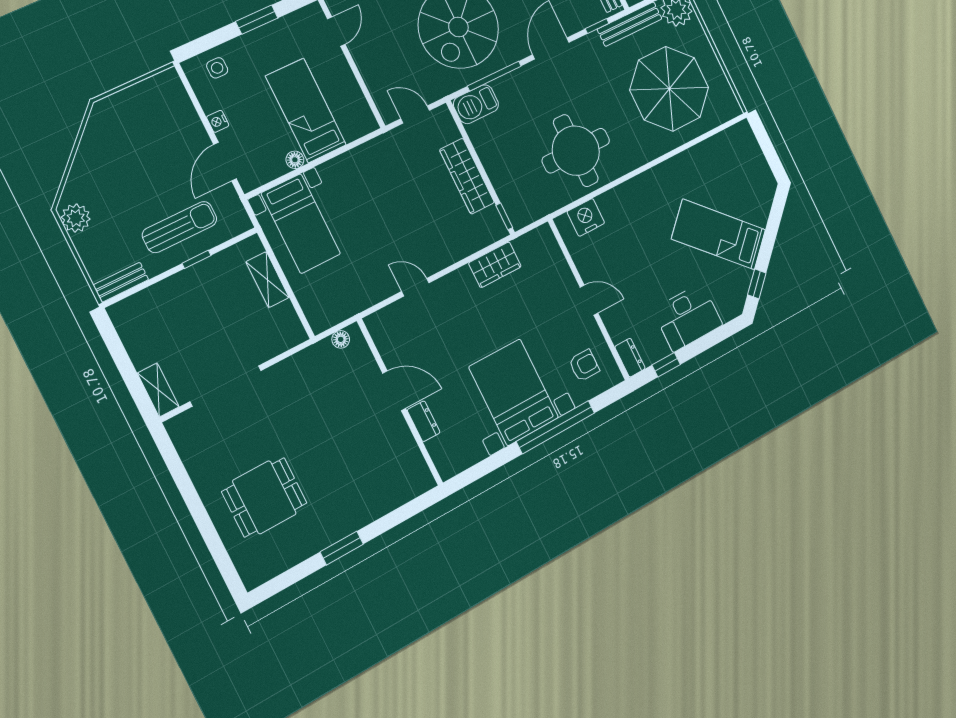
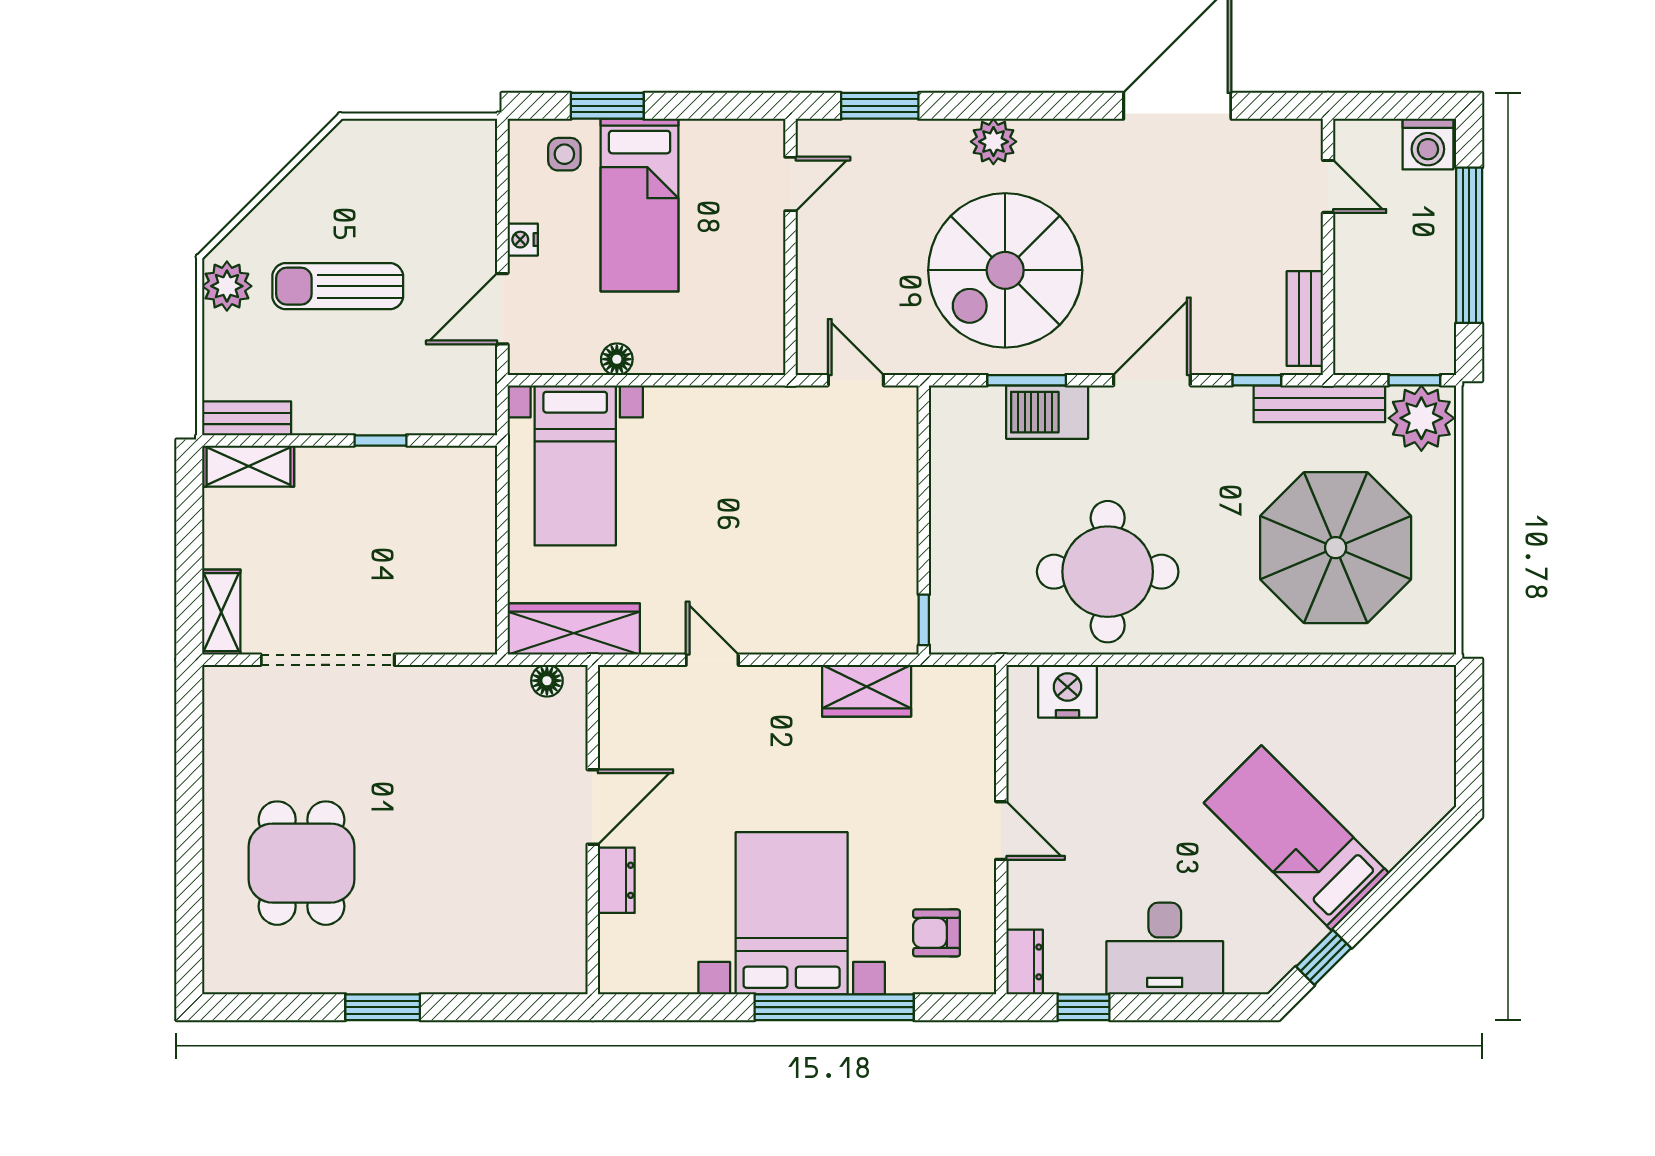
window: (257, 20) -> (607, 106), moved
window: (494, 76) -> (1027, 380), width x0.69
barbecue: (476, 104) -> (1047, 412), moved
bed: (306, 110) -> (640, 205), moved, turned 180
wardrobe: (467, 176) -> (574, 629), moved, turned 90
sun lounger: (180, 227) -> (338, 286), moved, turned 180
shelving: (267, 280) -> (249, 466), moved, turned 90
armchair: (584, 365) -> (936, 933), turned 180
door: (394, 391) -> (593, 807), hinge flipped
dining table: (264, 497) -> (301, 863), turned 90

